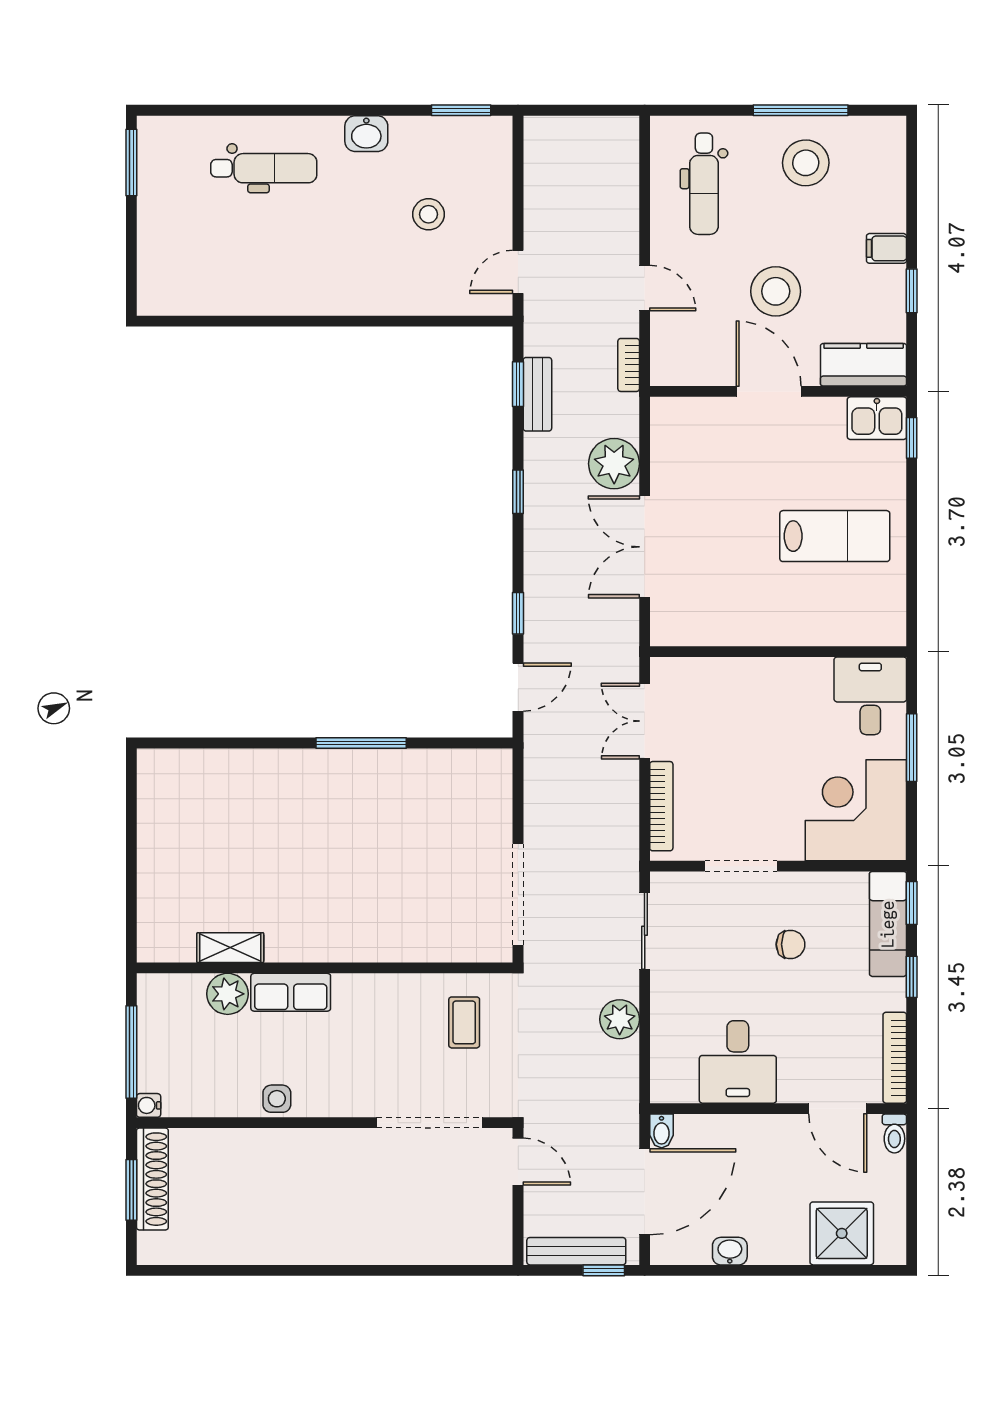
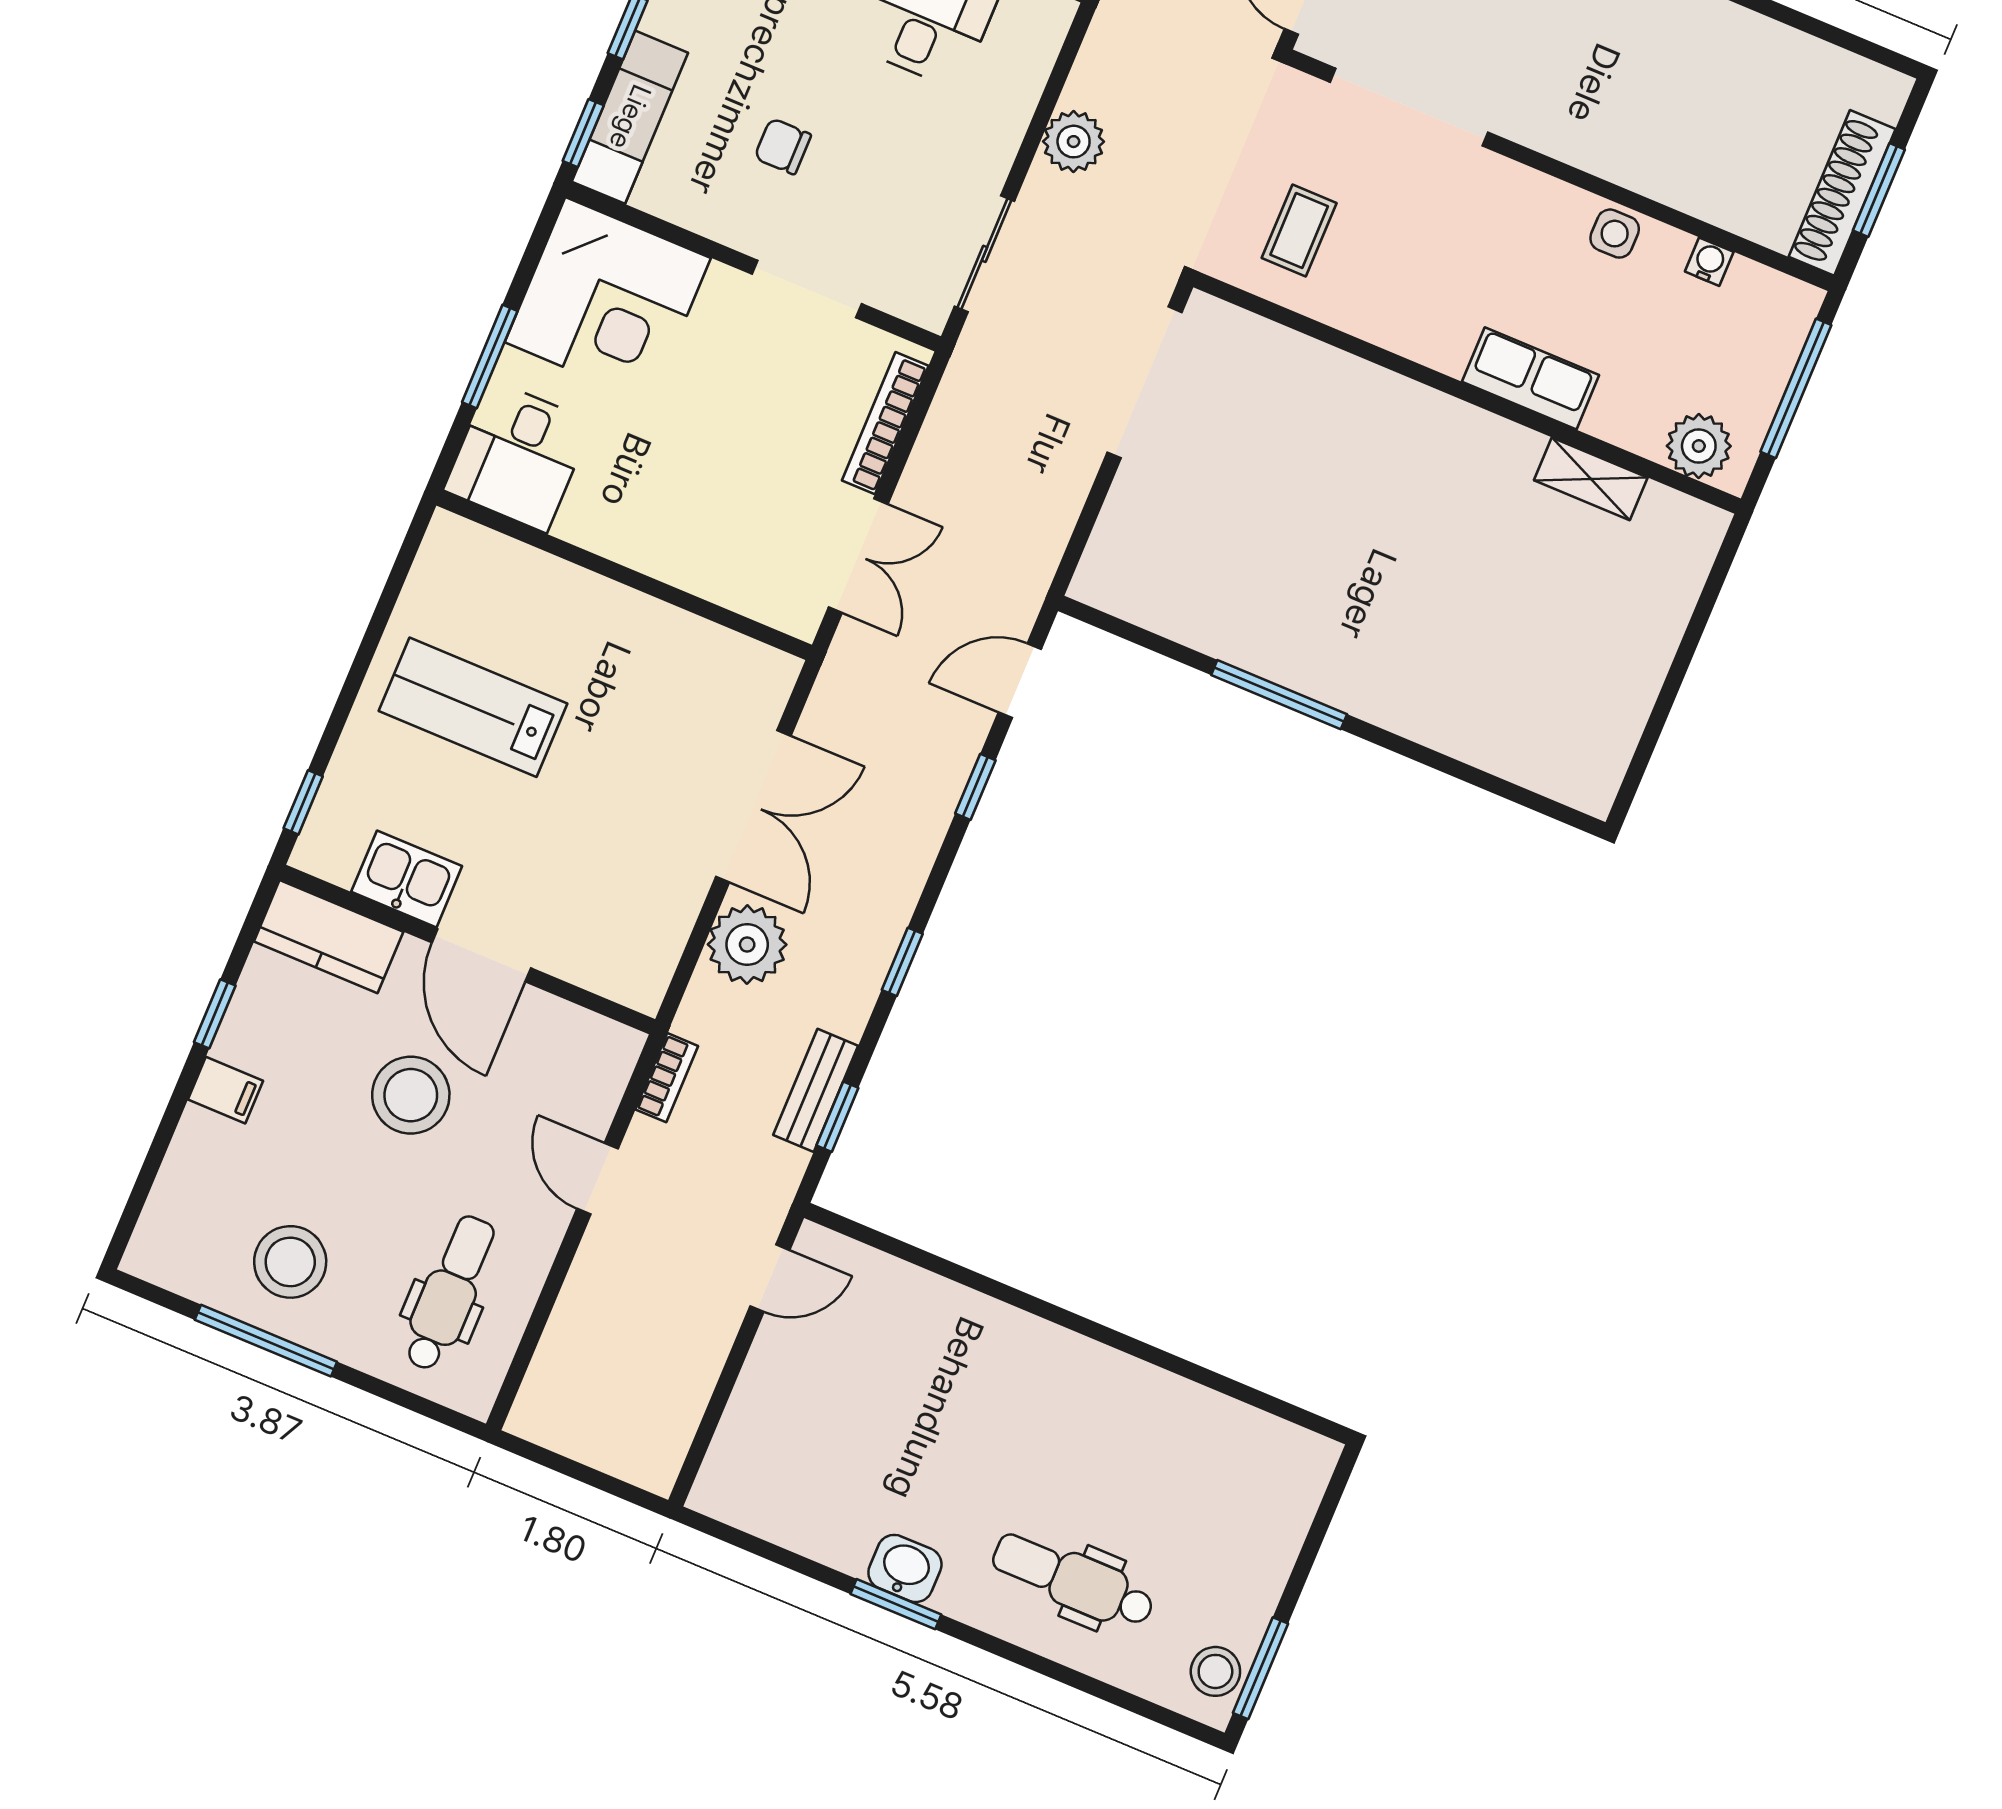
window: (461, 110) -> (896, 1604), moved
stool: (429, 214) -> (1215, 1671), moved
kitchen sink: (877, 418) -> (407, 879), moved
plant: (228, 994) -> (1699, 446), moved
water cooler: (149, 1105) -> (1709, 262), moved, turned -90

